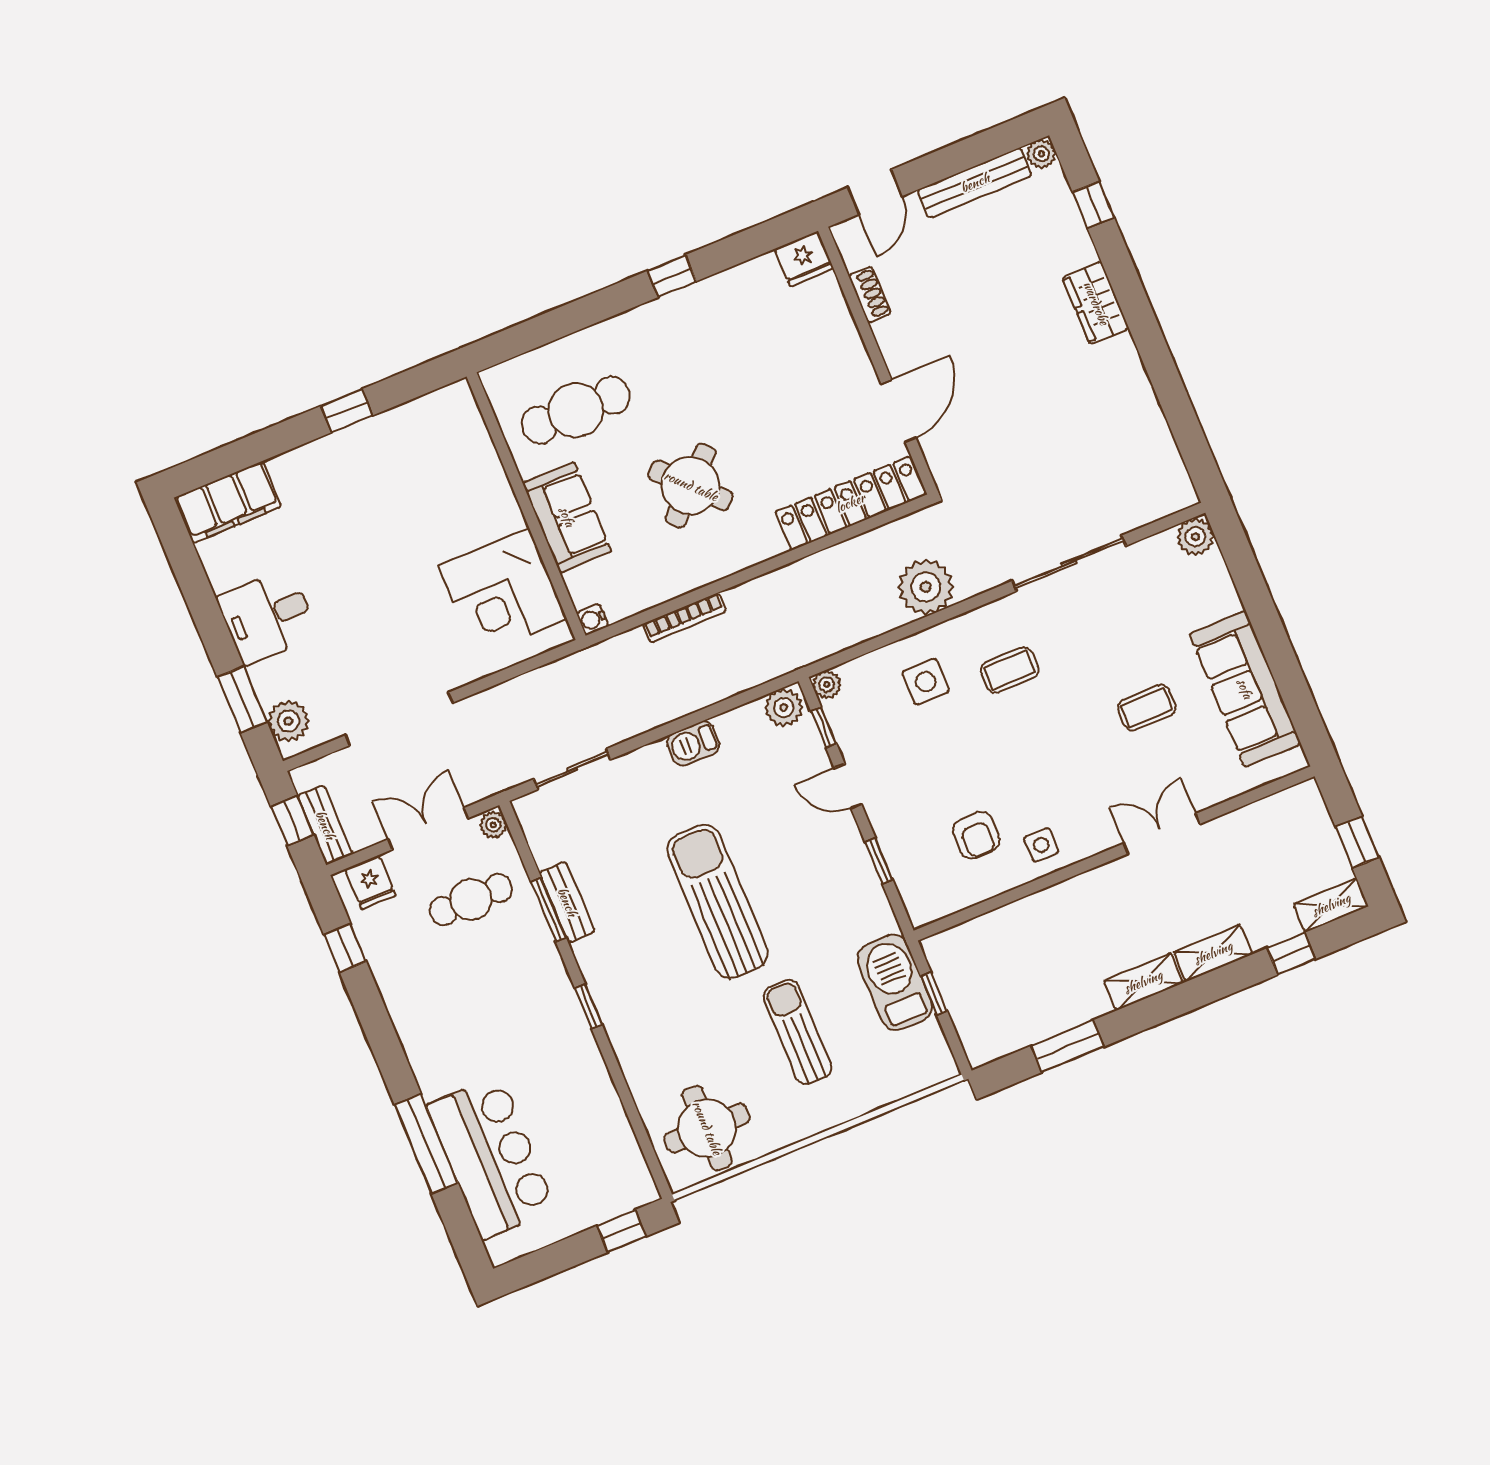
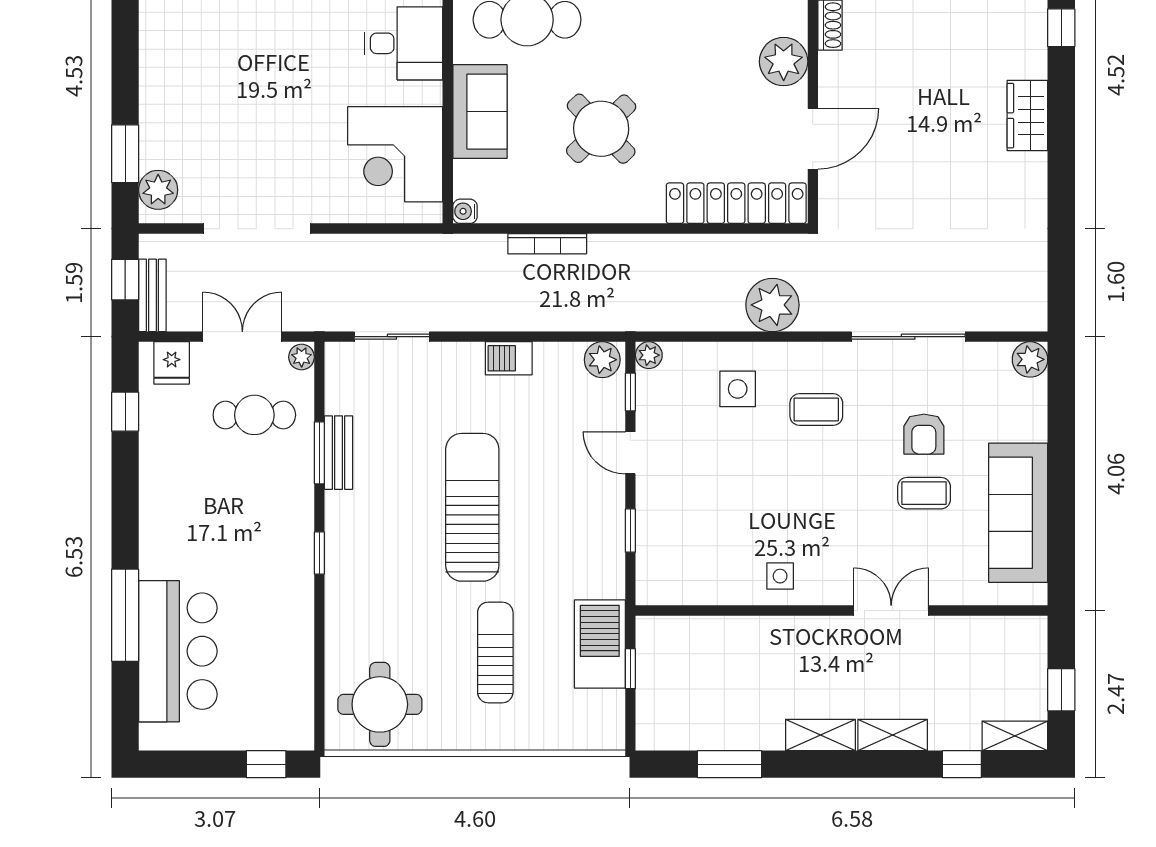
plant: (839, 348) -> (784, 62), added
desk: (267, 616) -> (403, 43), moved, turned 180
armchair: (976, 835) -> (924, 434), moved

